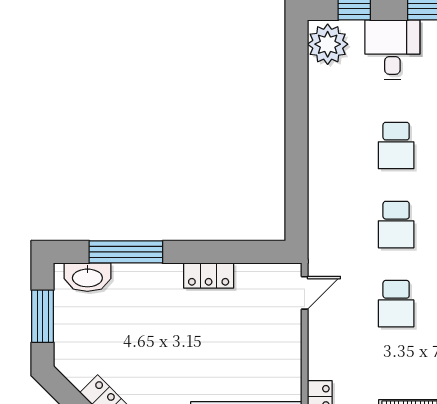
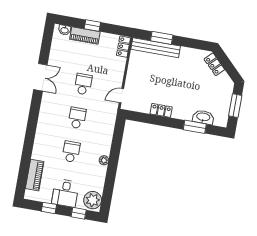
plant: (318, 139) -> (104, 160), added
window: (126, 252) -> (195, 127), width x0.69
washbasin: (87, 277) -> (203, 117), moved

